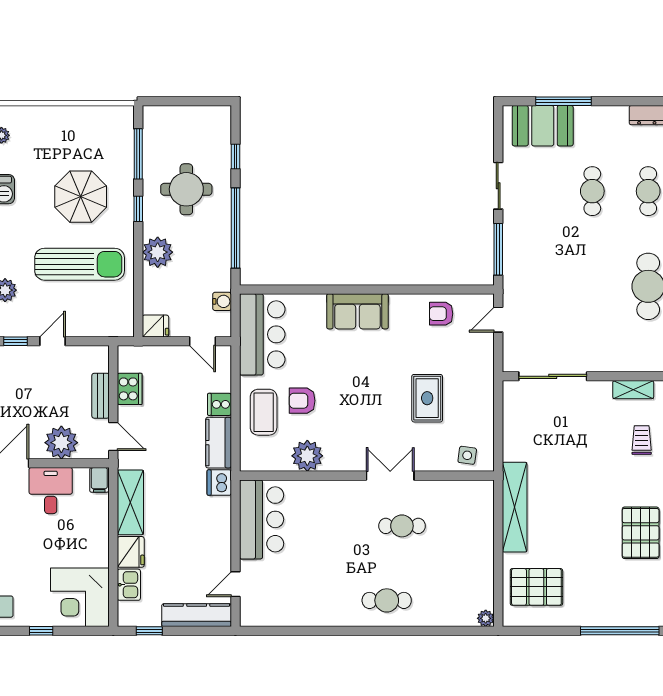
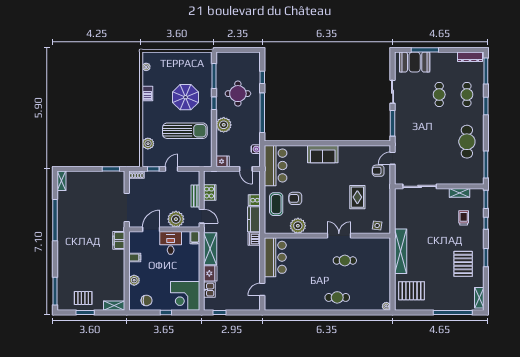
armchair: (441, 314) -> (378, 171), moved
kitchen counter: (197, 615) -> (243, 305), removed

